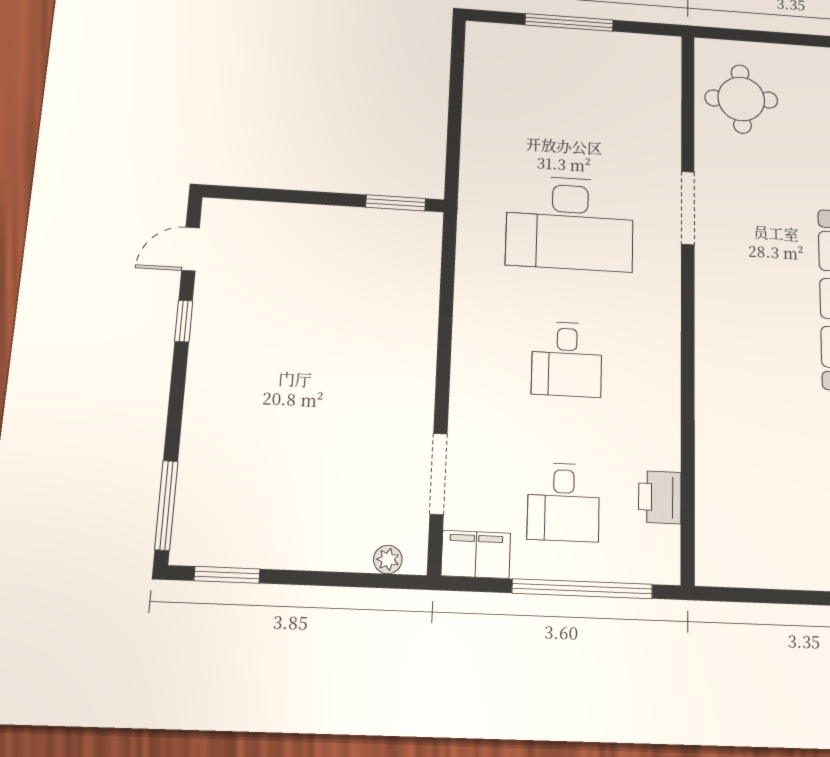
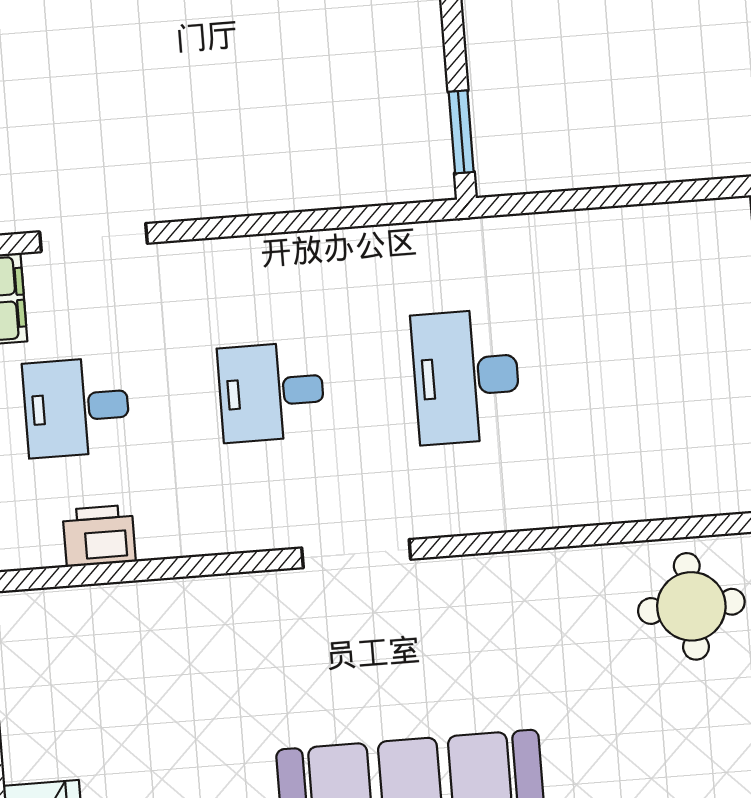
doorway: (688, 208) -> (356, 554), moved
desk: (570, 223) -> (466, 377), width x0.73, depth x0.77

